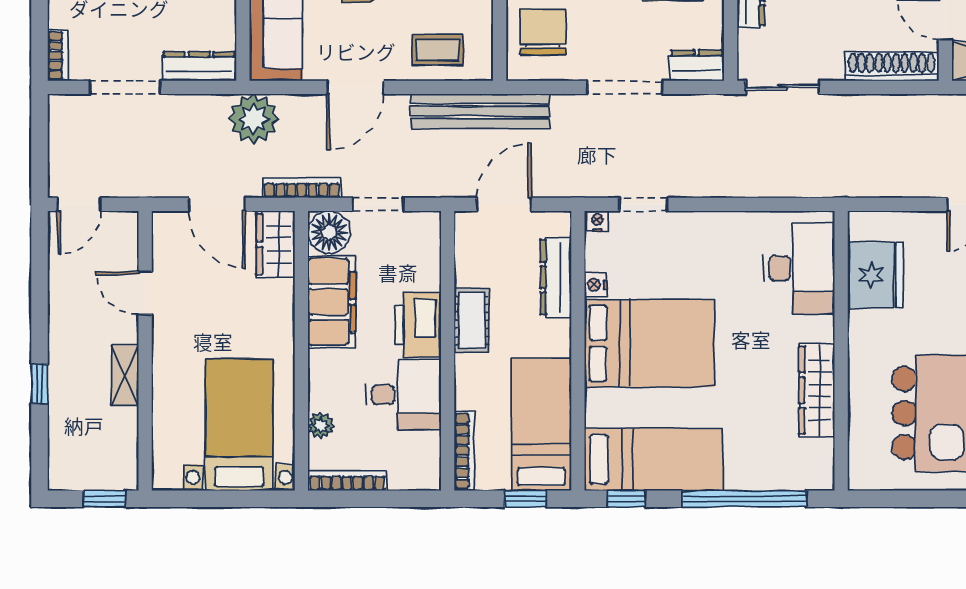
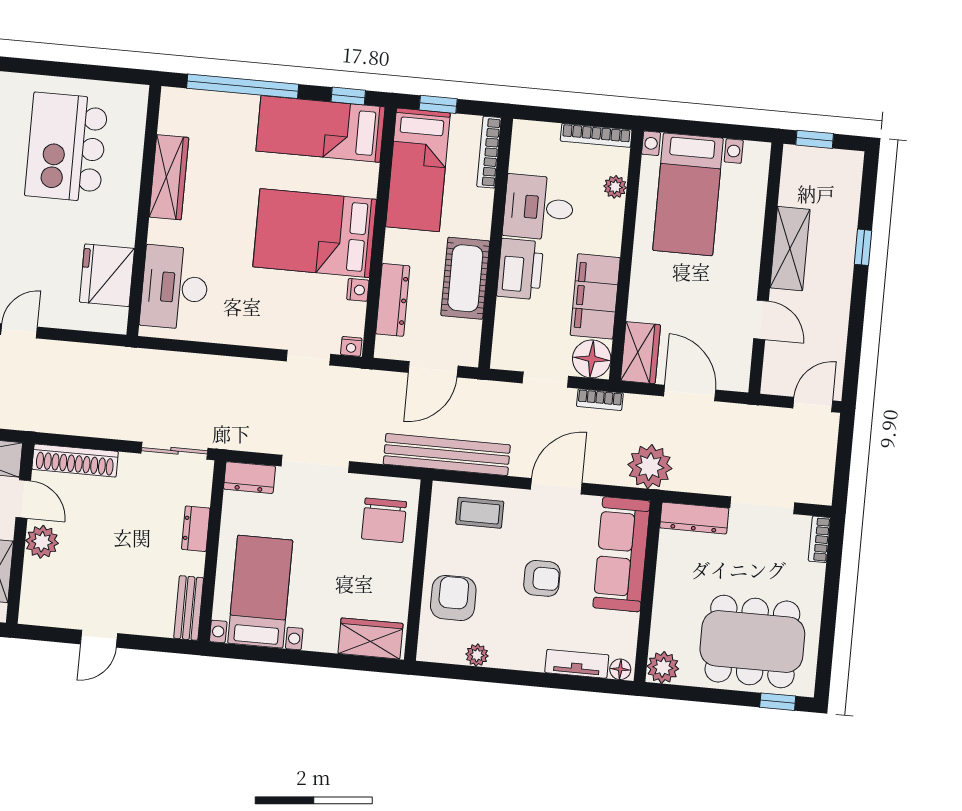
bookcase: (302, 188) -> (600, 400), width x0.64
cot: (472, 321) -> (465, 278), width x1.37, depth x1.34
shelving: (125, 375) -> (790, 249), width x1.50, depth x1.33

